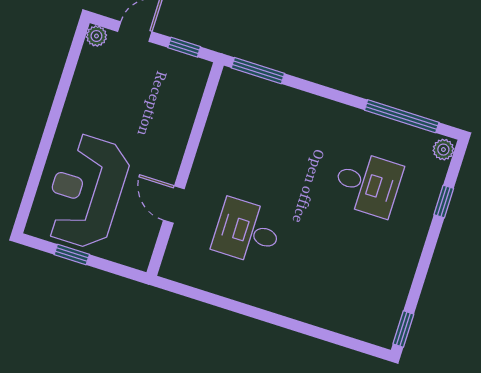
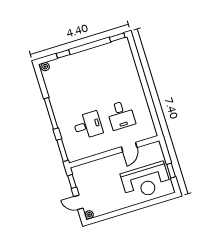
window: (402, 116) -> (51, 113), moved
desk: (367, 184) -> (88, 125), moved, turned 90

